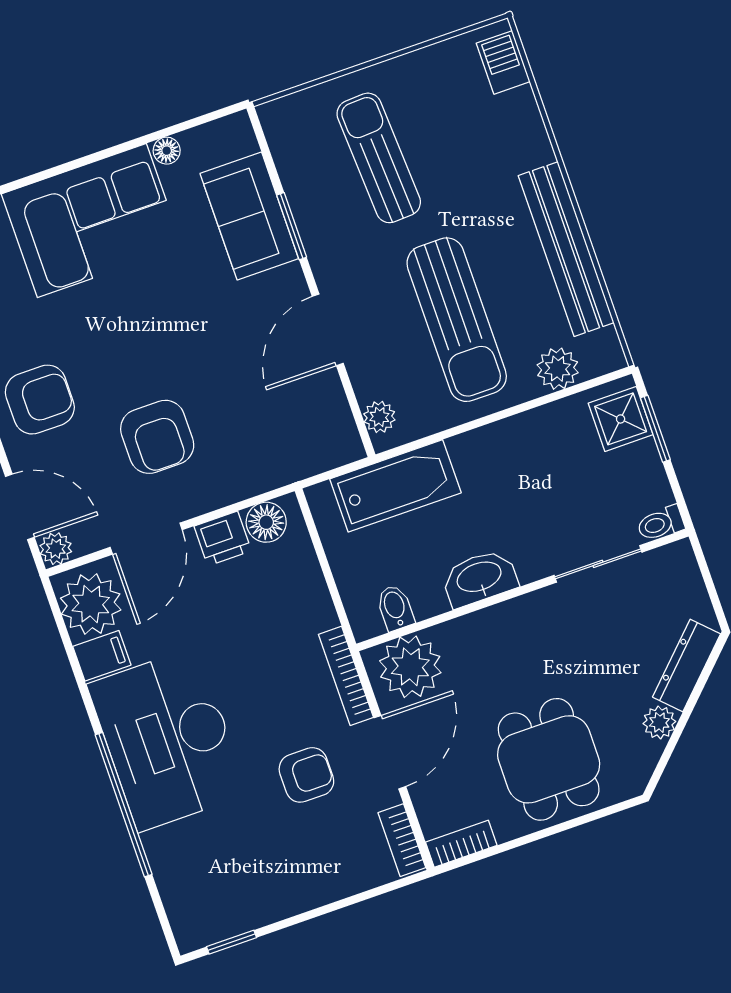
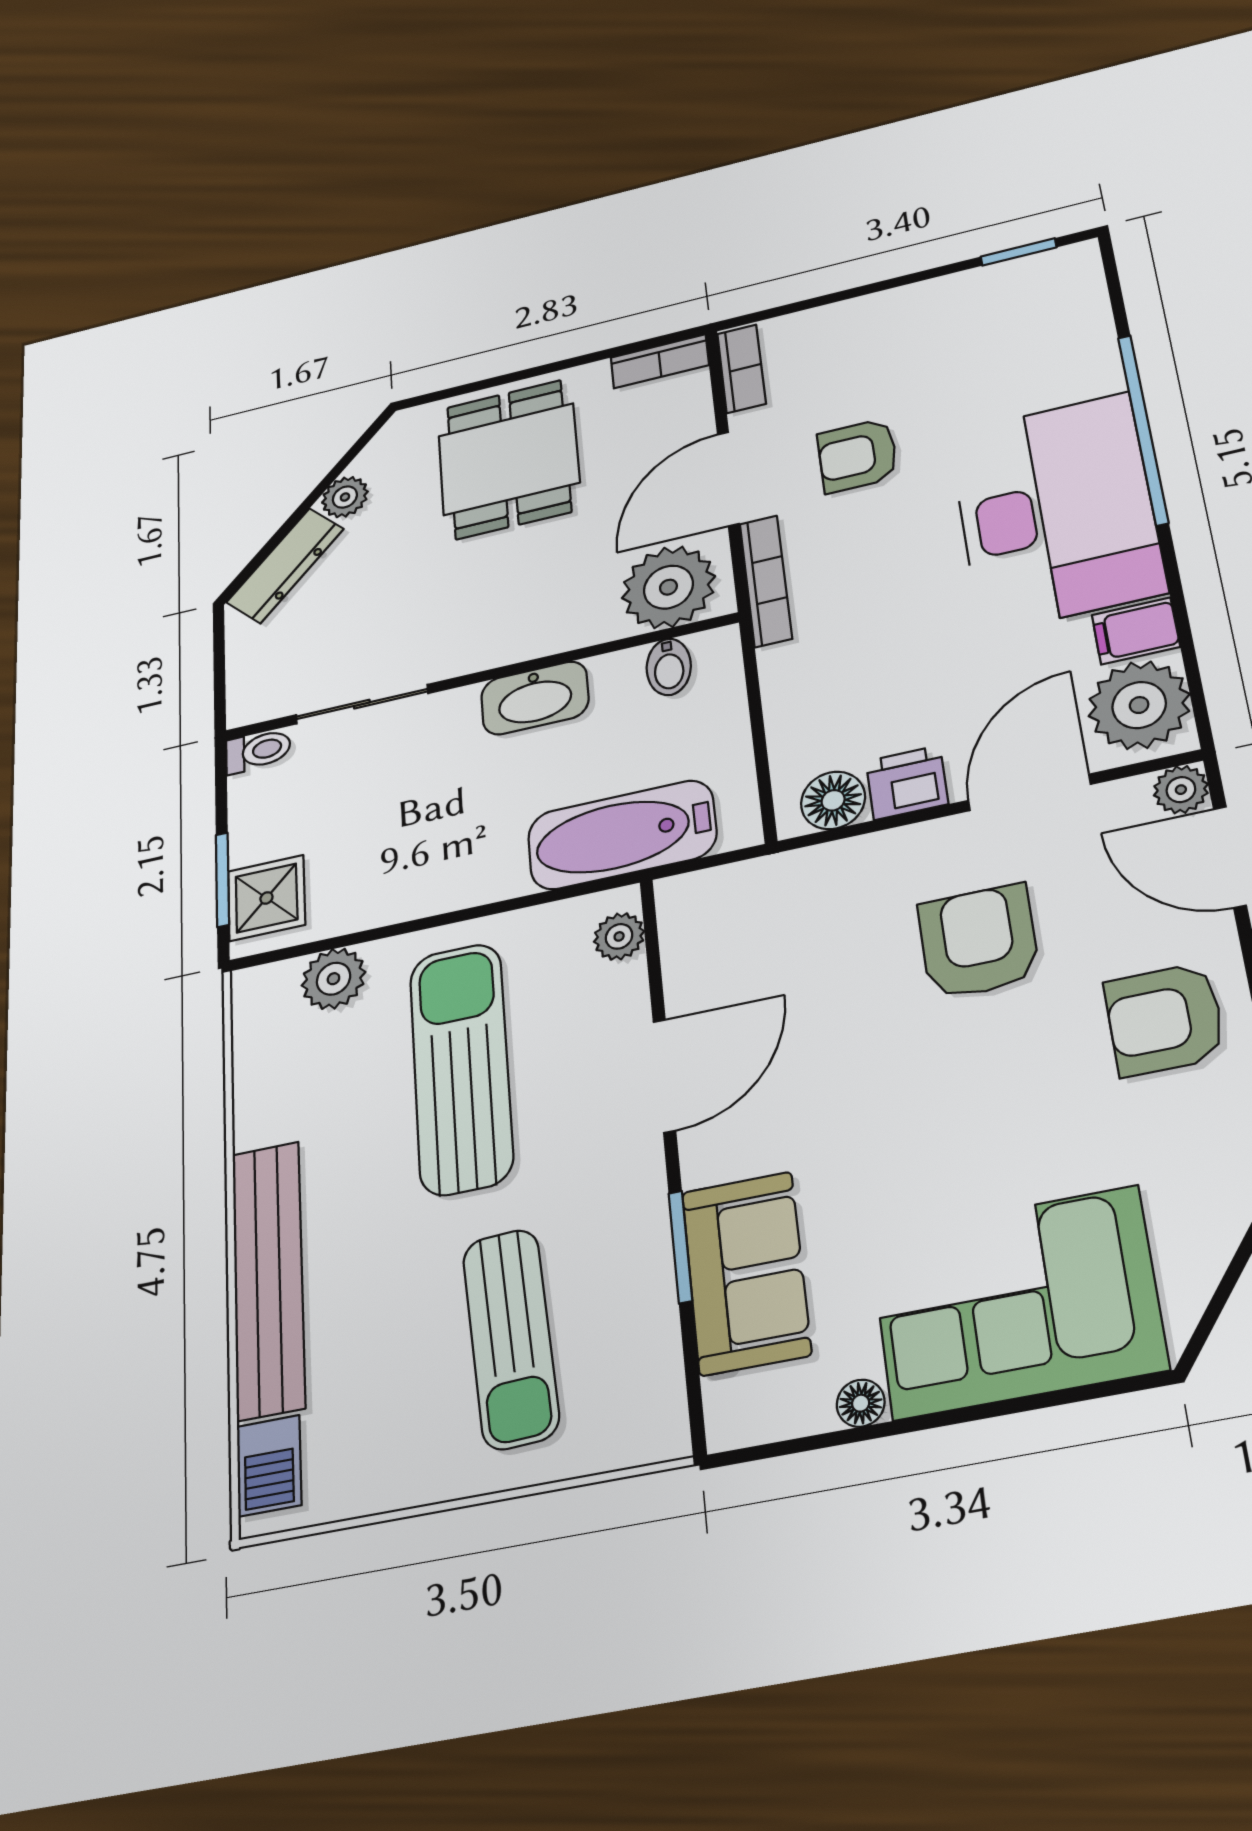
bench: (566, 249) -> (268, 1279), moved

